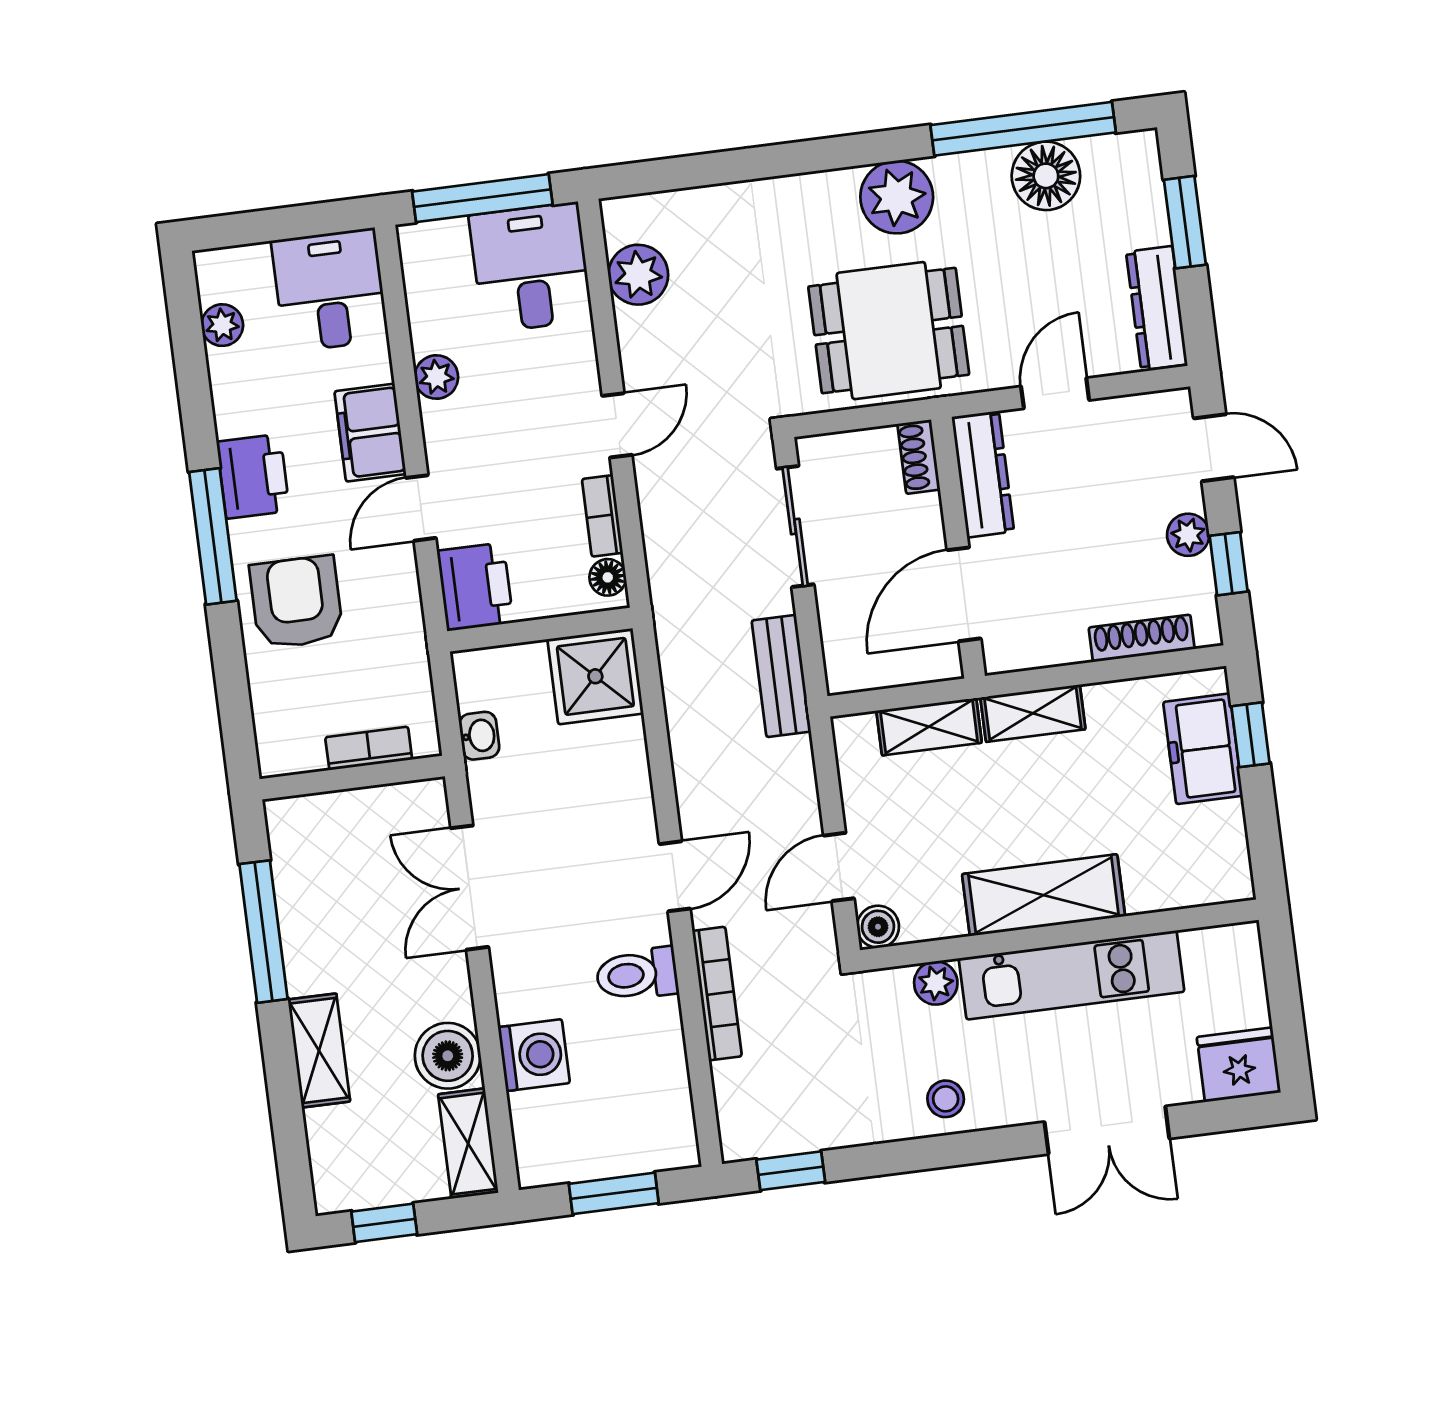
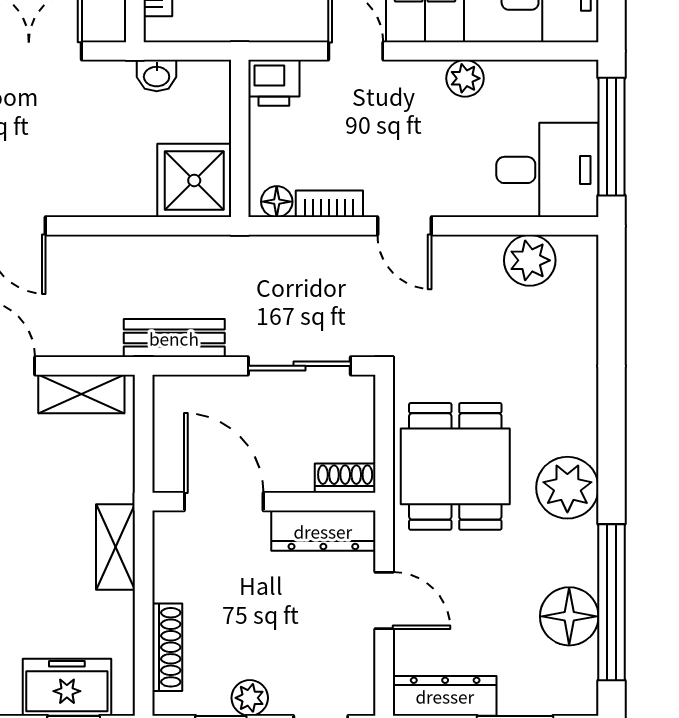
printer: (475, 587) -> (274, 83), width x0.73, depth x0.81
shelving: (929, 727) -> (81, 394), moved, turned 90

